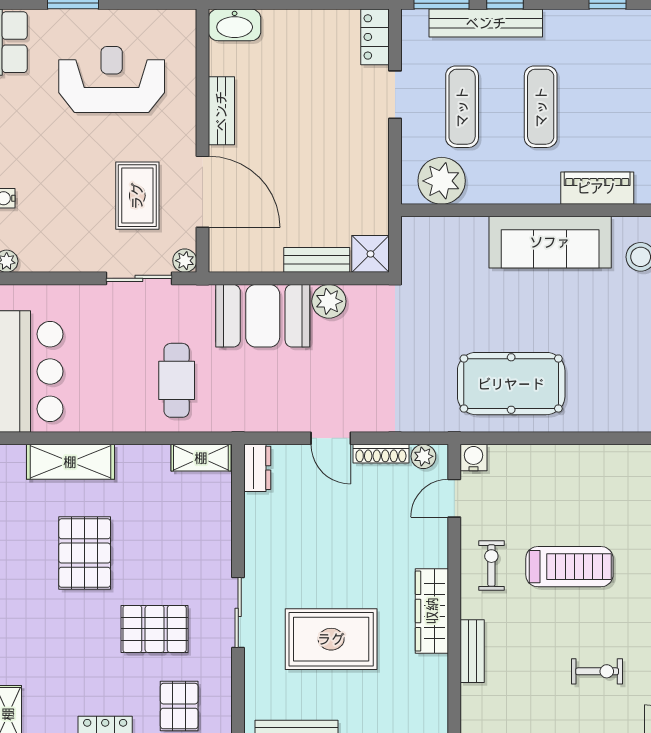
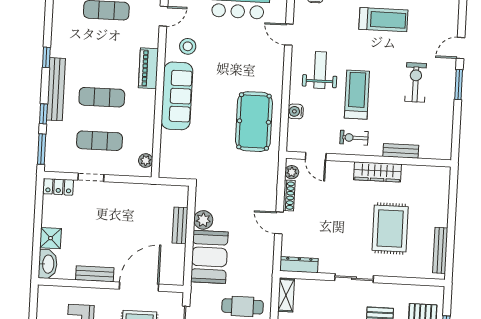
bench: (486, 23) -> (56, 89), moved
plant: (442, 181) -> (146, 161), width x0.53, depth x0.53
shower: (371, 254) -> (51, 238), moved
plant: (185, 261) -> (177, 298), removed
door: (331, 438) -> (279, 223), swing flipped
water cooler: (473, 458) -> (296, 111), moved
dresser: (257, 468) -> (299, 265), width x1.44
weight bench: (610, 498) -> (320, 70), added
sliding door: (238, 612) -> (354, 278), moved
exercise bike: (597, 671) -> (416, 82), width x1.38, depth x1.39

